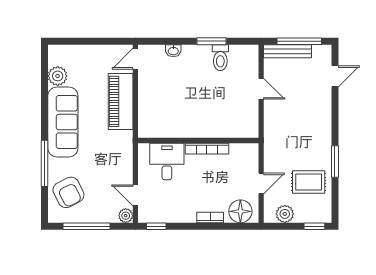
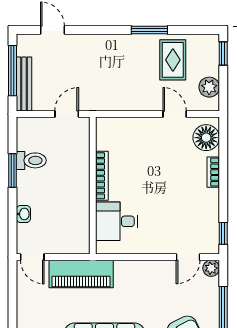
wall: (198, 140) -> (93, 186), moved
bookcase: (207, 149) -> (102, 176), moved
desk: (167, 161) -> (117, 221), moved

